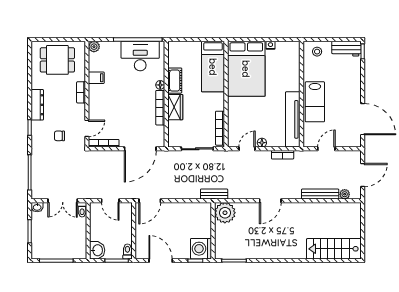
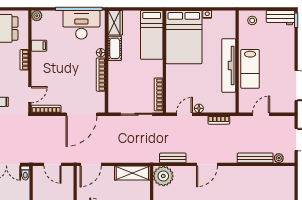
wardrobe: (175, 107) -> (115, 23), moved
tv unit: (293, 119) -> (229, 65), moved
bench: (214, 194) -> (173, 158), moved
shelving: (193, 210) -> (132, 173), added

